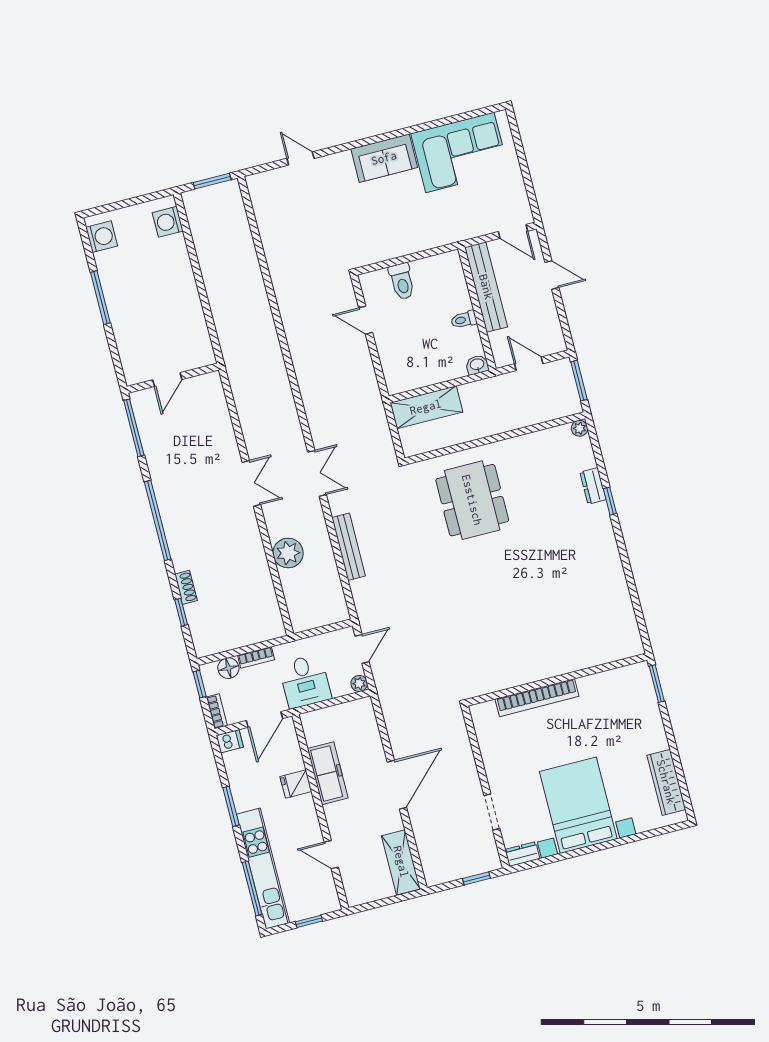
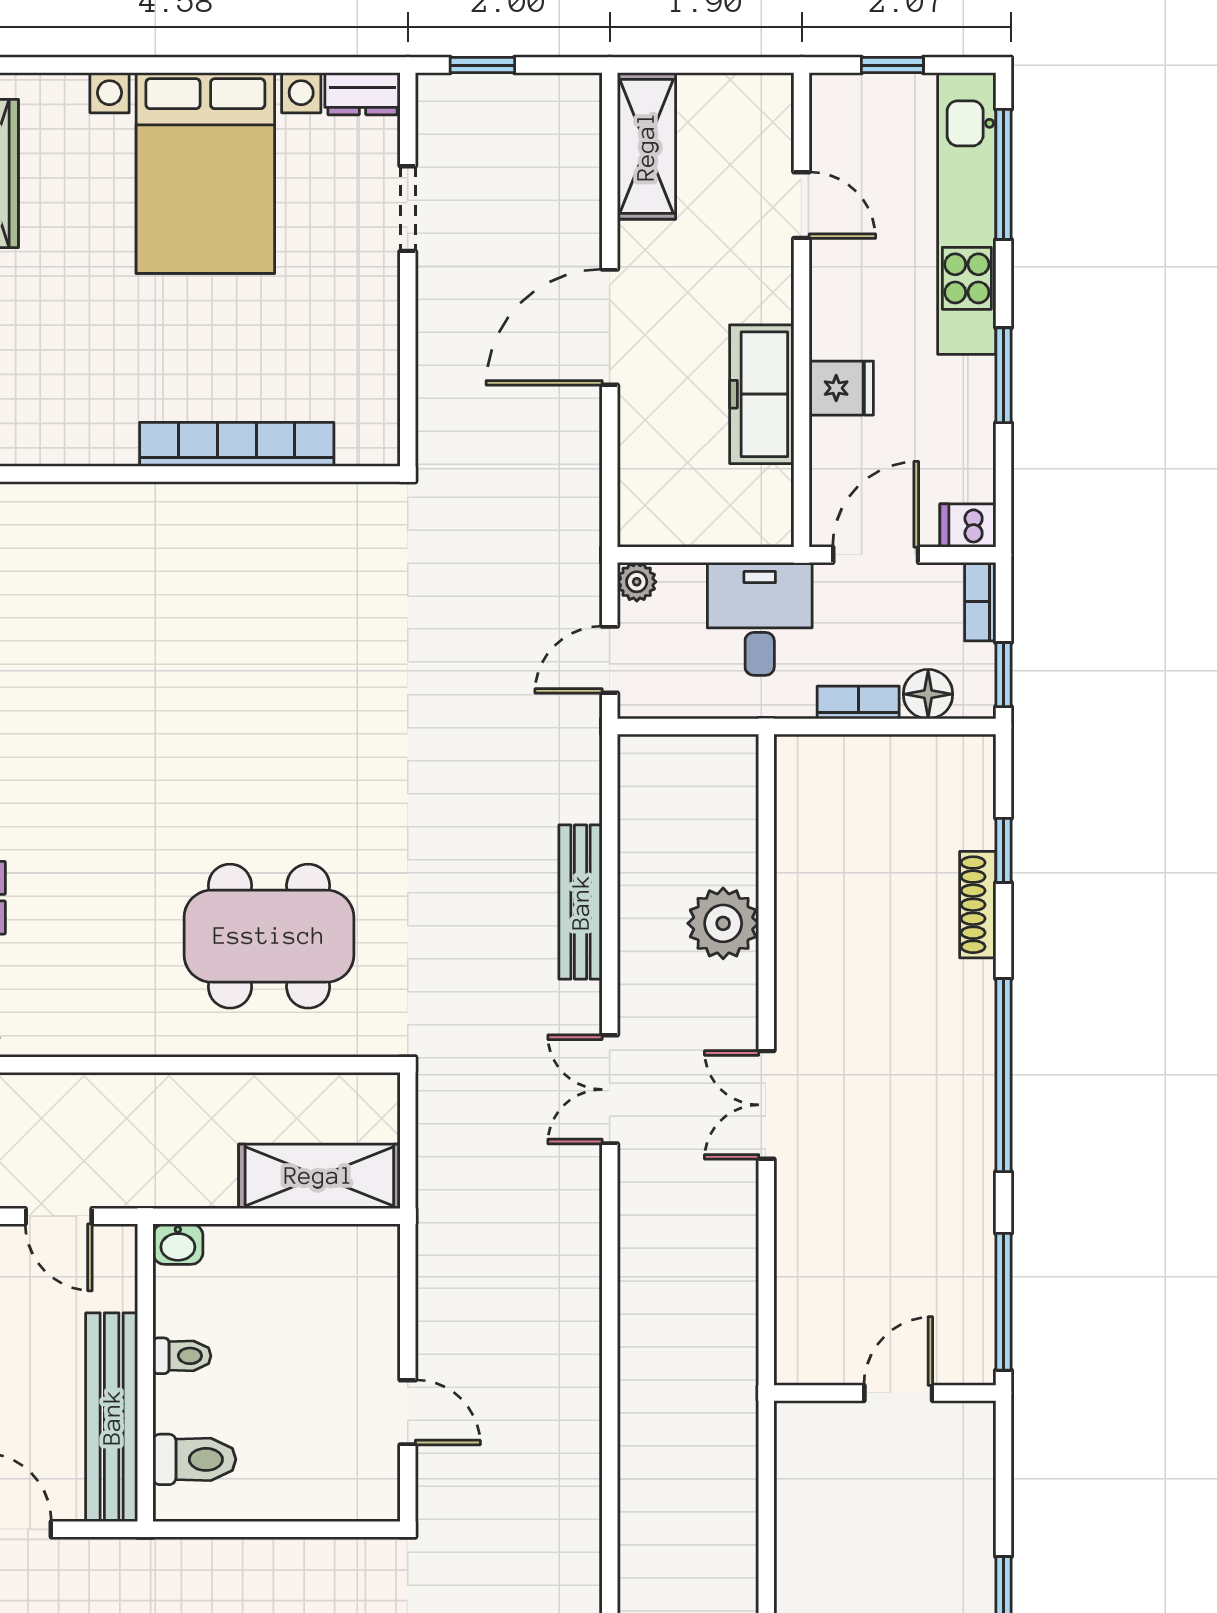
toilet: (402, 281) -> (194, 1459), moved, turned 90
dining table: (472, 500) -> (269, 936), turned 90
shoe rack: (186, 587) -> (978, 905), width x1.43

